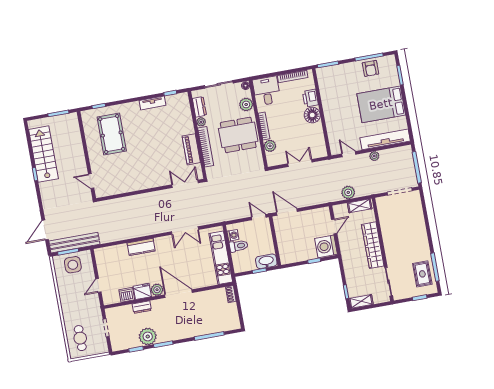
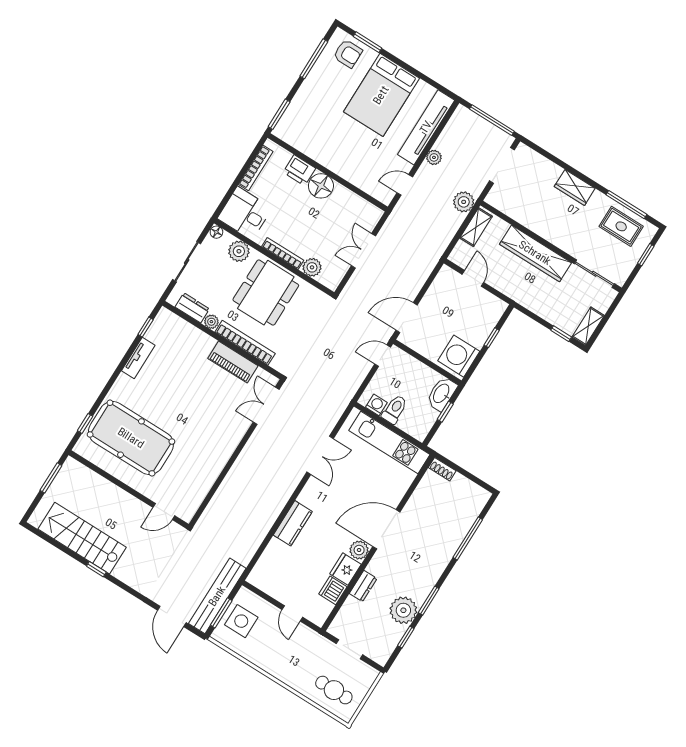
armchair: (371, 68) -> (348, 54), moved
pool table: (112, 134) -> (131, 438), width x1.36, depth x1.32
plant: (348, 192) -> (464, 202), moved
wardrobe: (421, 235) -> (575, 187), added
washing machine: (326, 246) -> (459, 356), moved, turned 90

